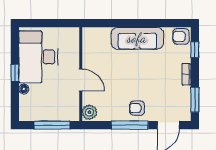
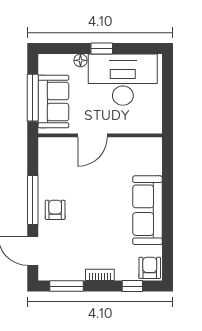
sofa: (55, 110) -> (53, 102), added
plant: (89, 112) -> (50, 147), removed

